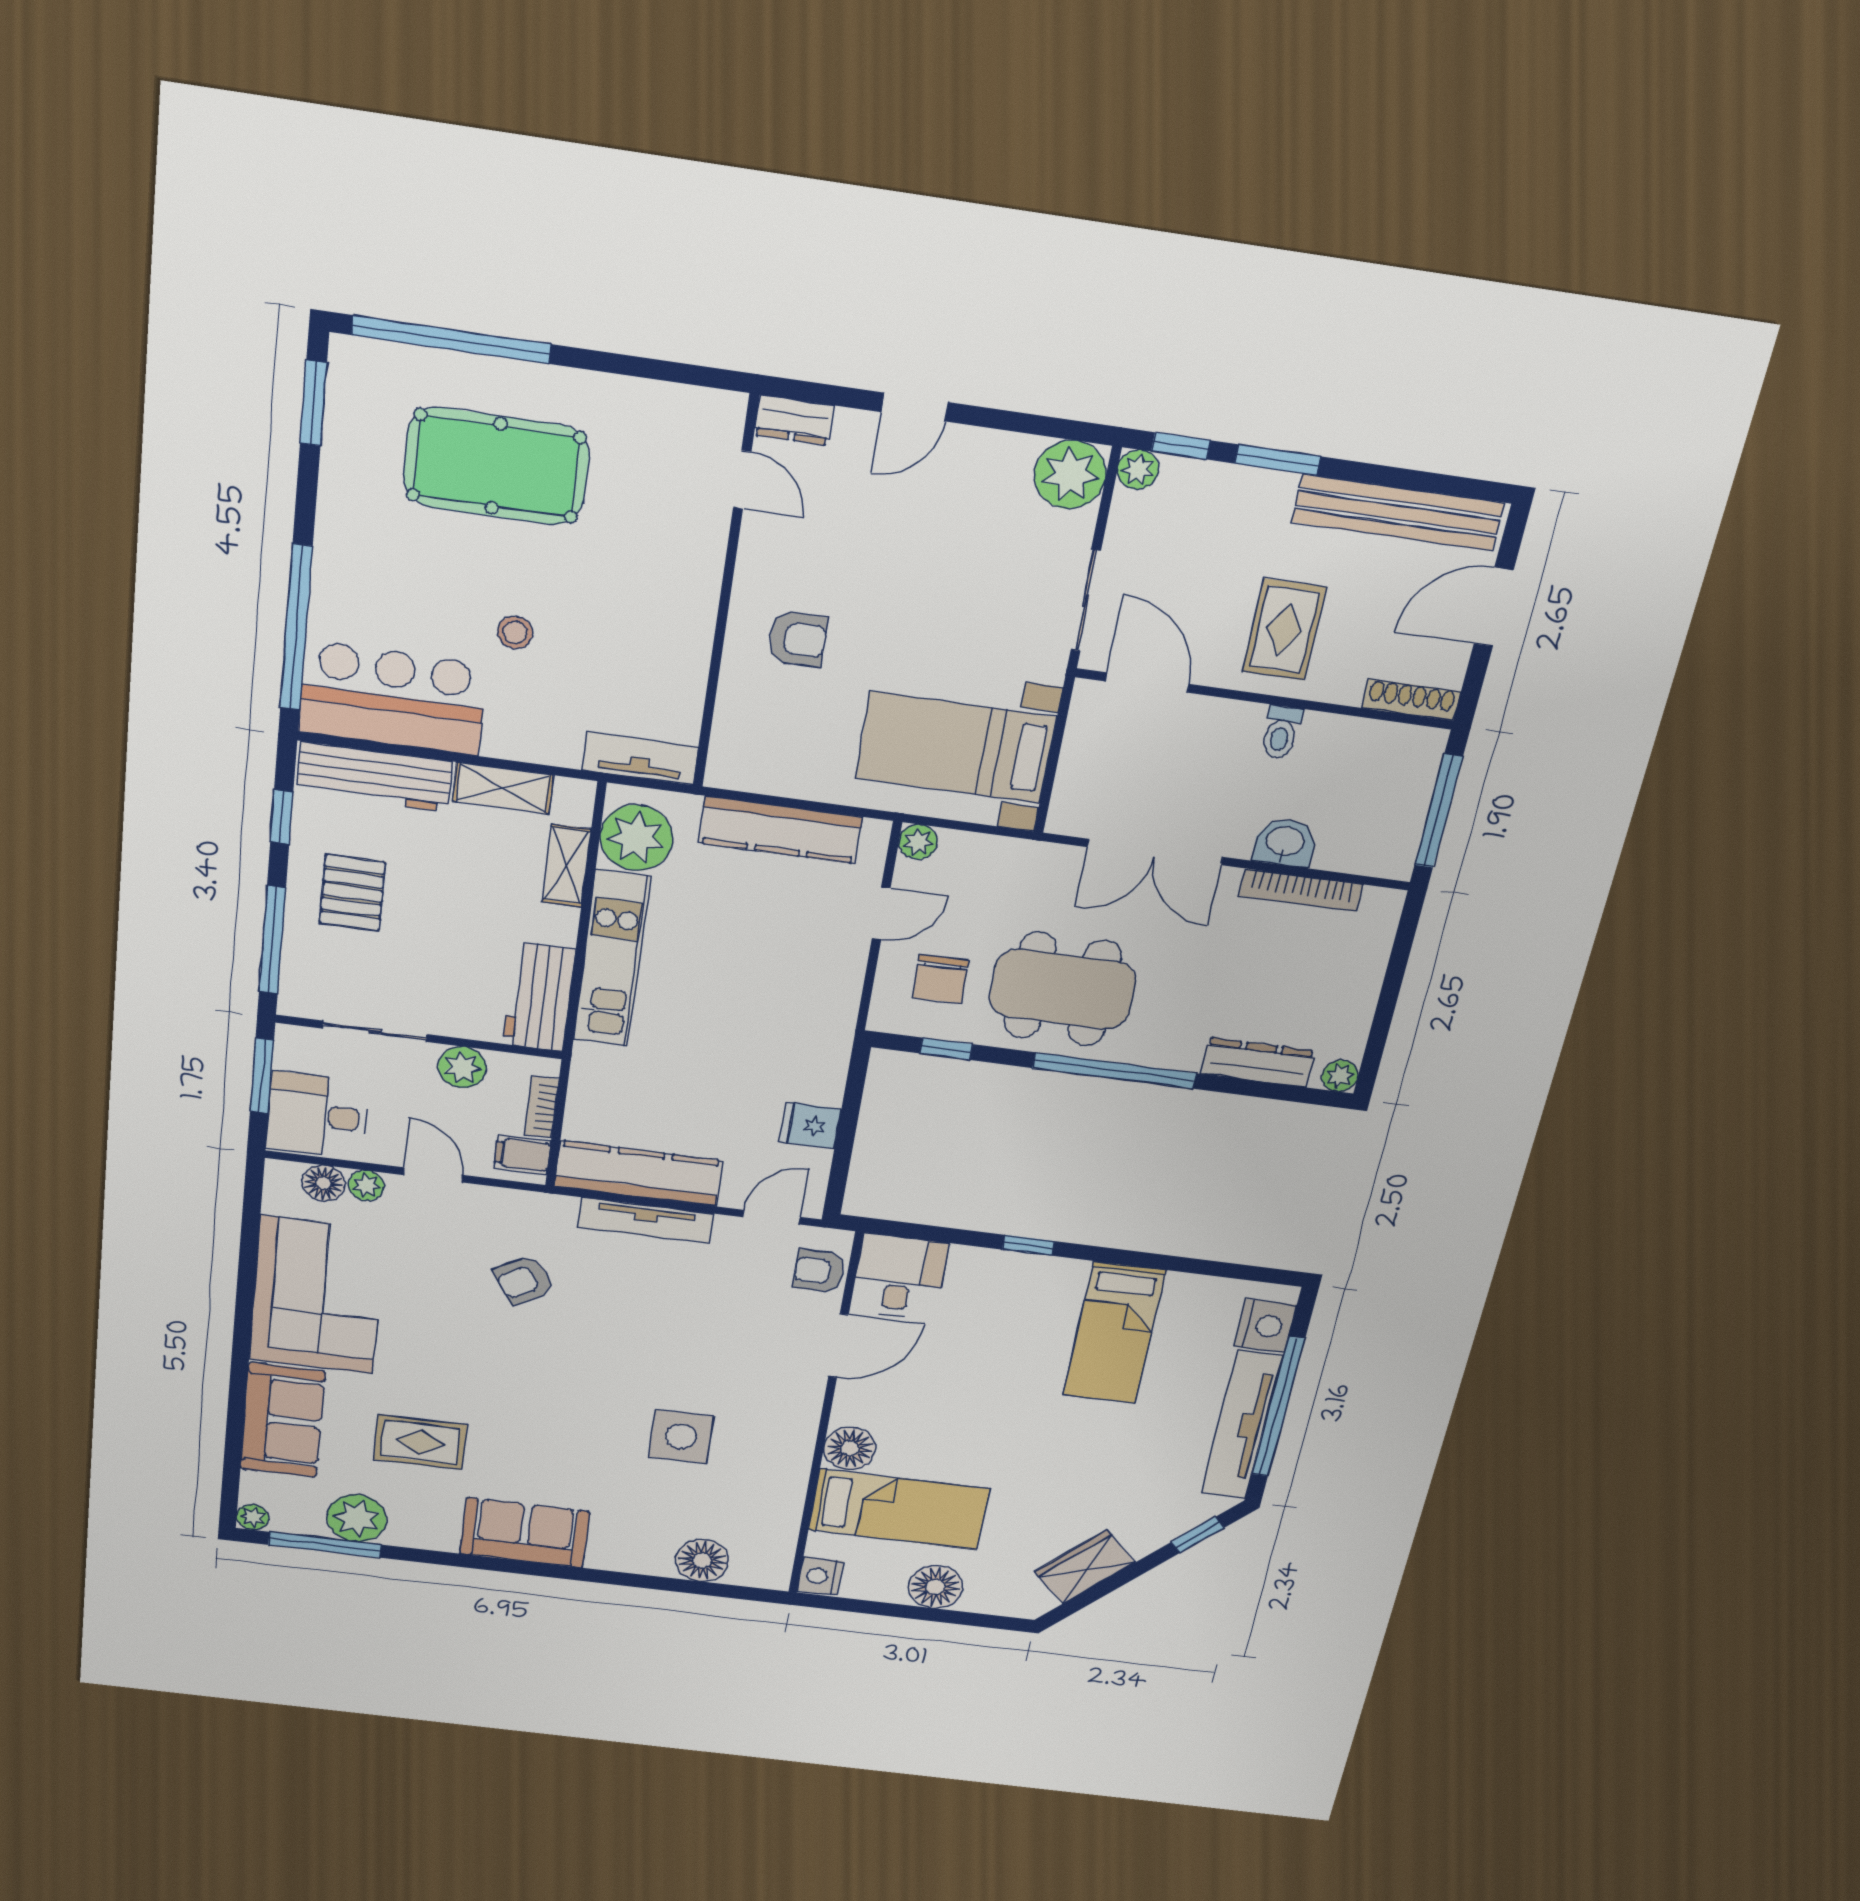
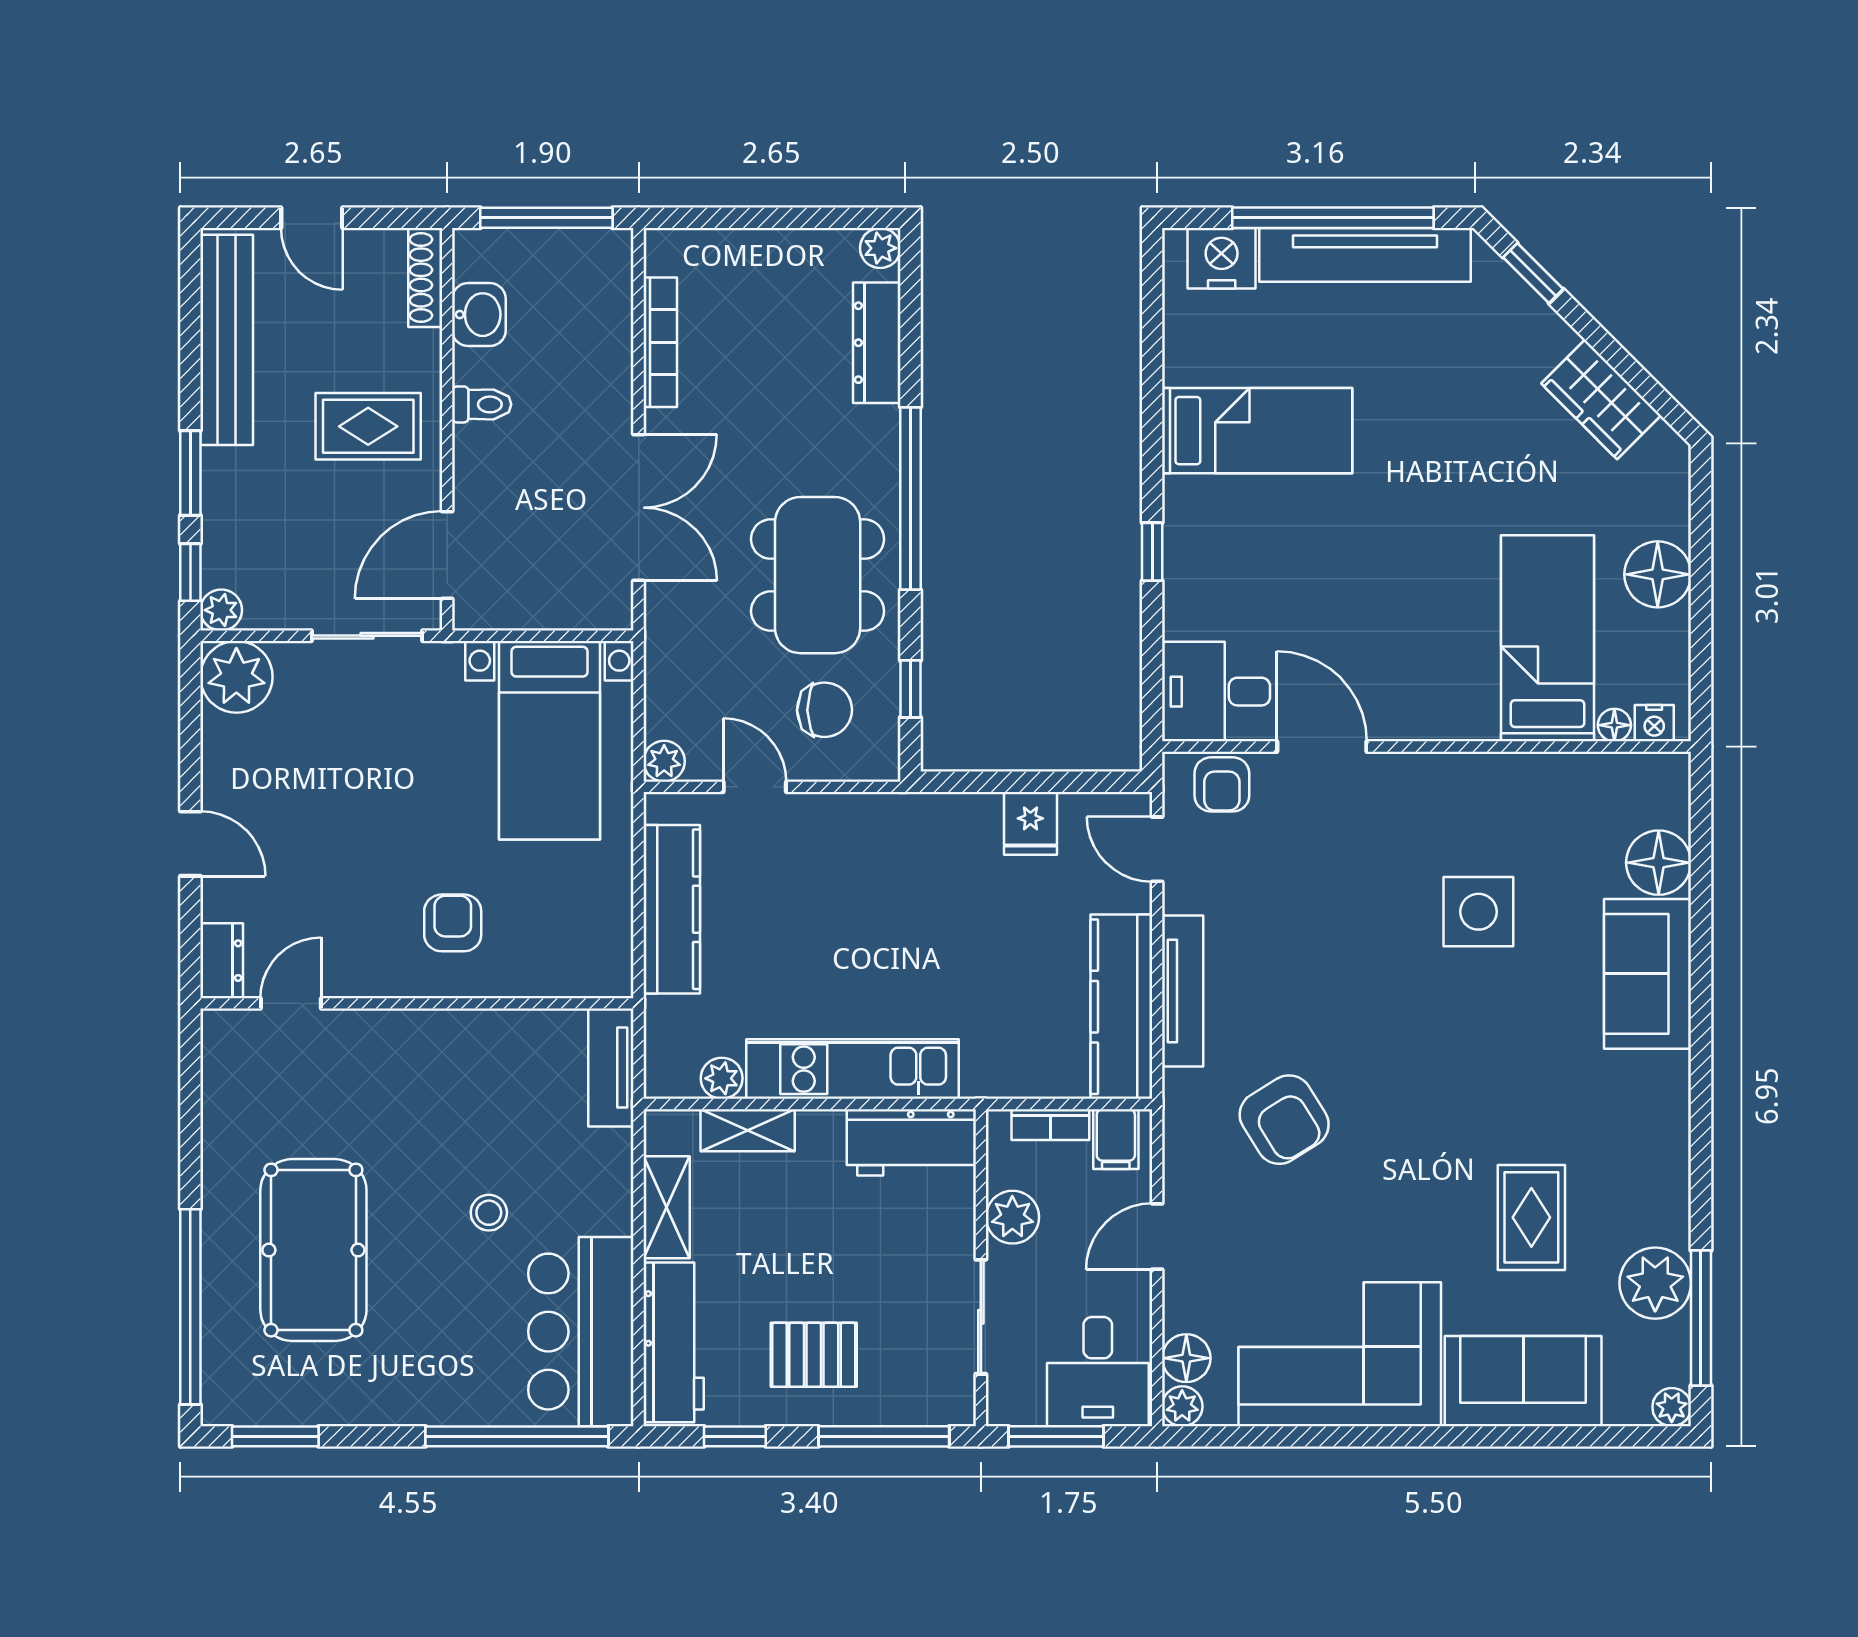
door: (1494, 607) -> (312, 218), width x0.73
plant: (636, 838) -> (722, 1078), width x0.53, depth x0.53
washbasin: (1285, 842) -> (479, 315), moved, turned 180
plant: (366, 1185) -> (1182, 1406), moved
armchair: (524, 1280) -> (1284, 1120), width x1.38, depth x1.38
floor lamp: (850, 1448) -> (1614, 725), moved, width x0.53, depth x0.53
sofa: (525, 1533) -> (1648, 974), moved
nightstand: (820, 1576) -> (1654, 723), width x0.72, depth x0.74

